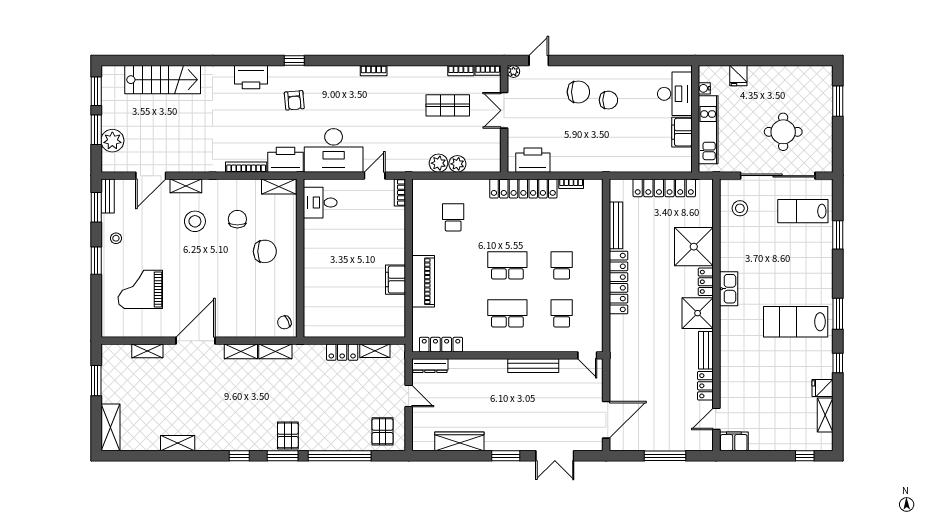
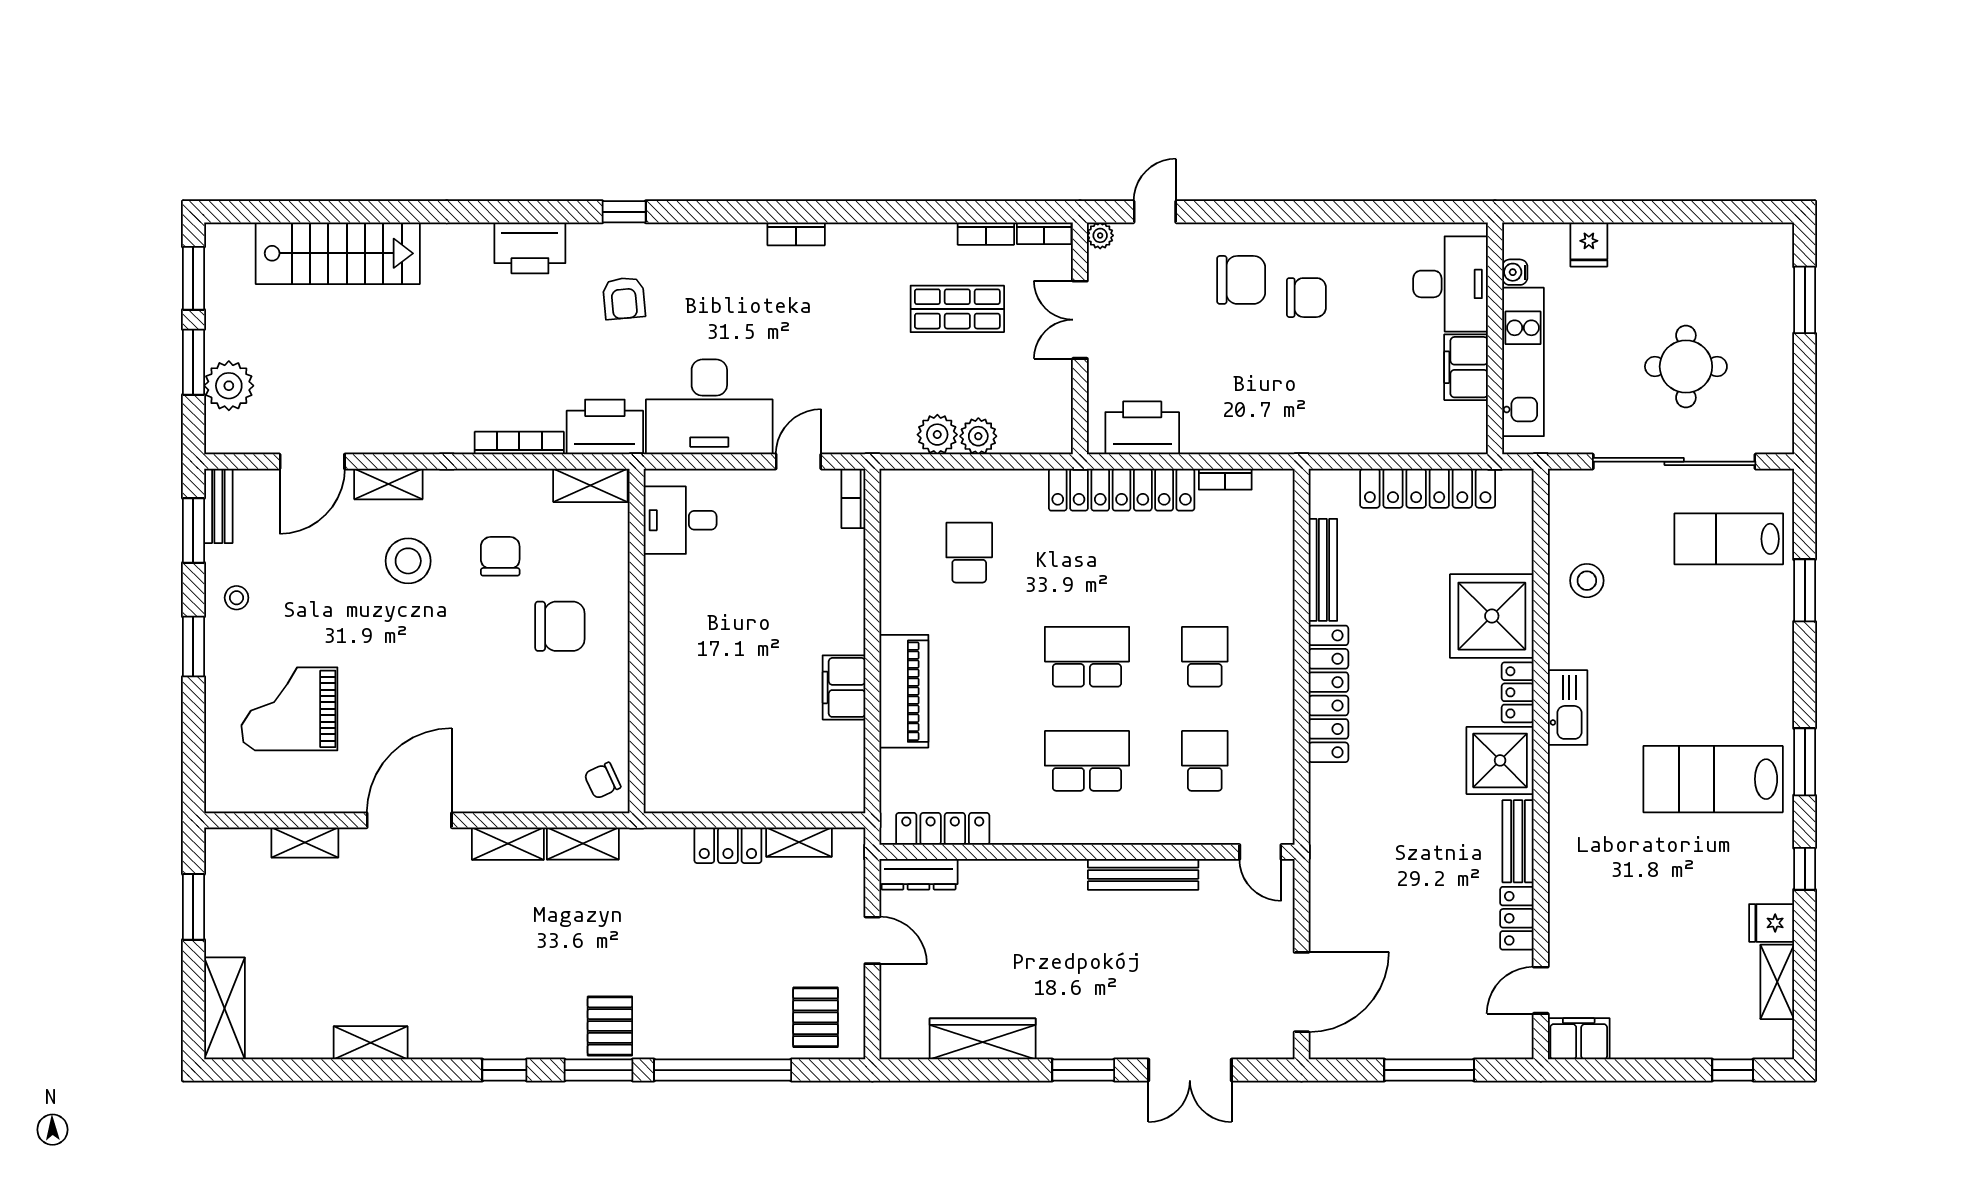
stool: (740, 208) -> (1587, 581), moved

